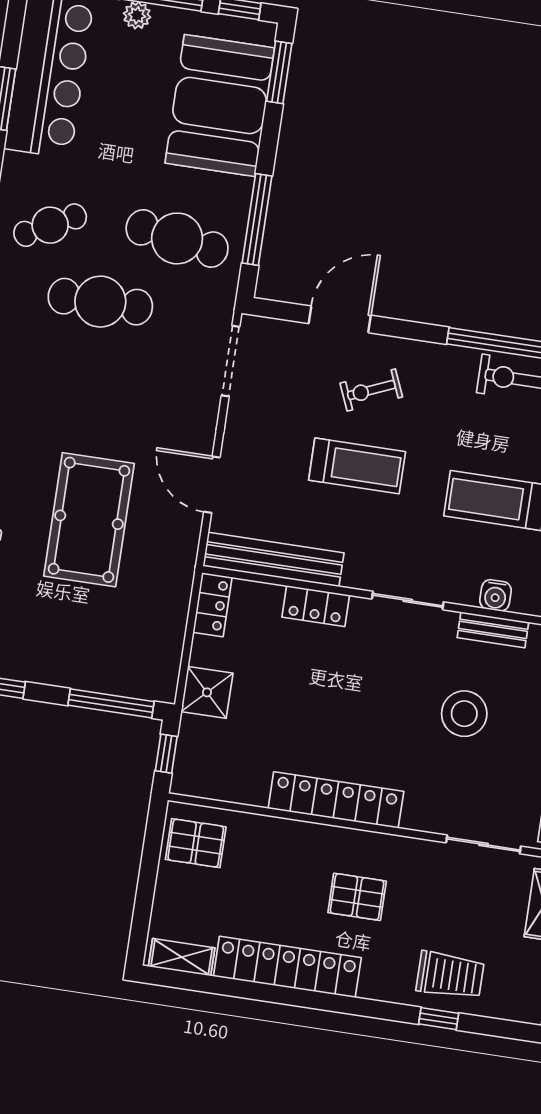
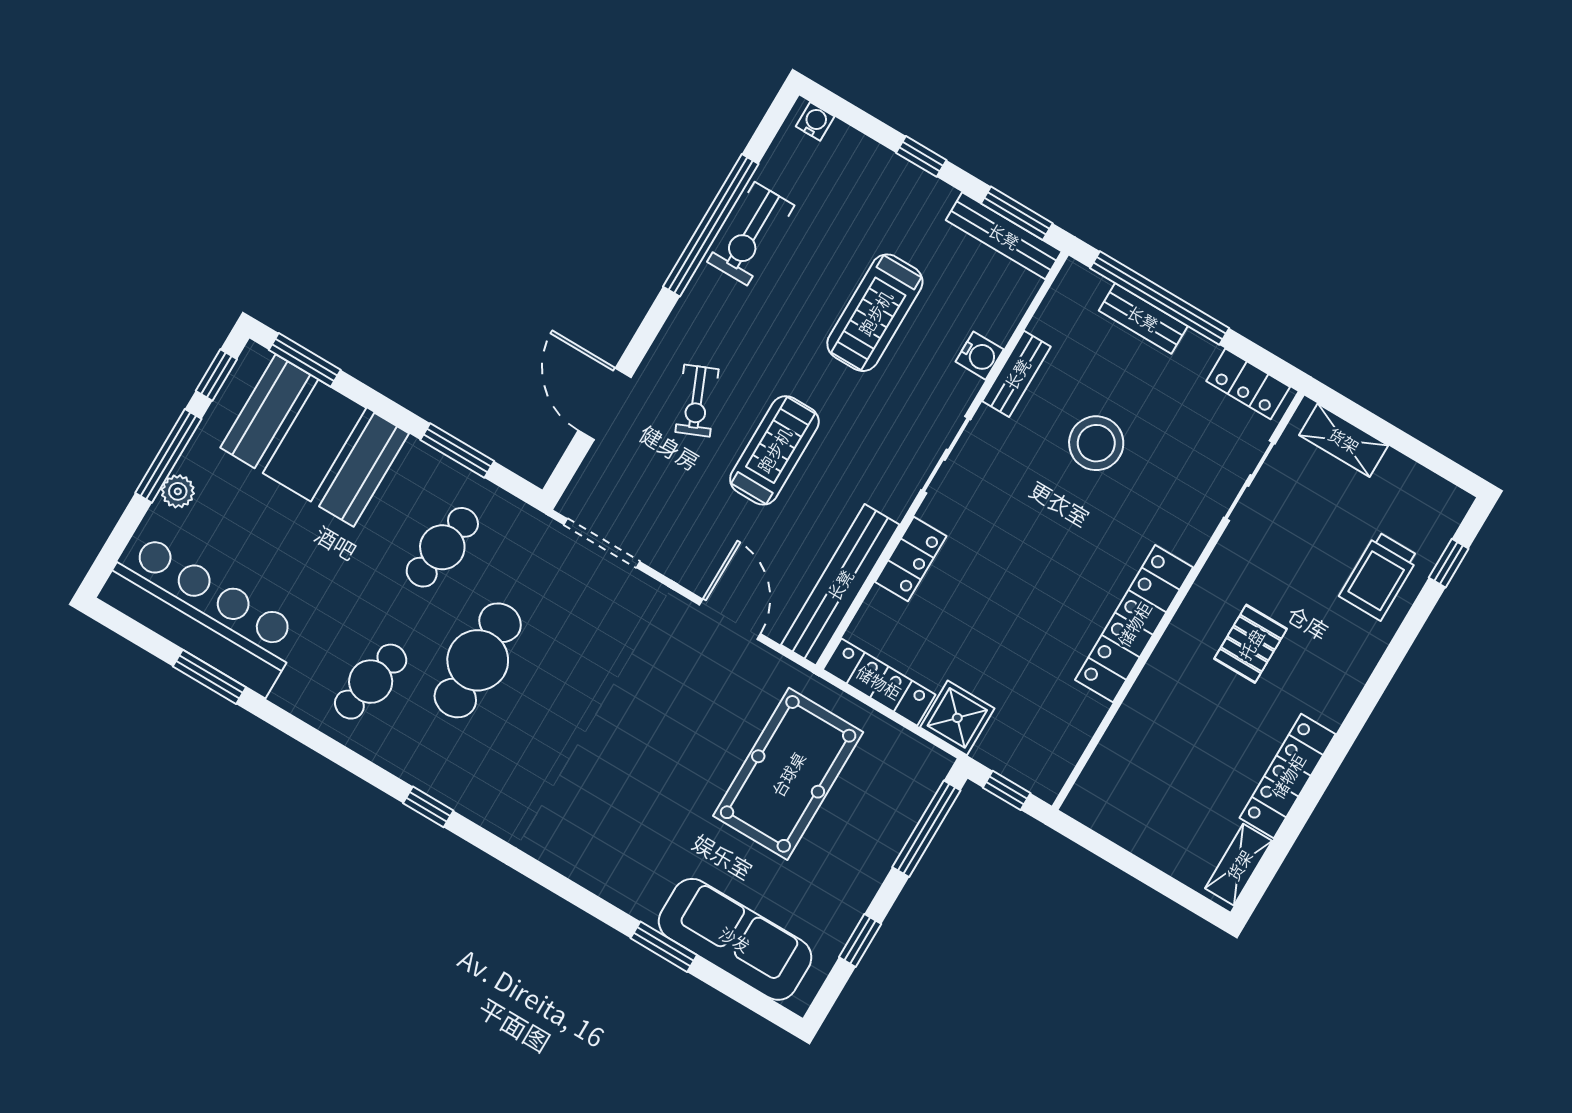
window: (257, 220) -> (457, 451), width x0.69
cafe table: (50, 225) -> (371, 682), turned 40
cafe table: (177, 238) -> (442, 547), width x0.73, depth x0.74
door: (212, 485) -> (730, 619), swing flipped
pool table: (89, 520) -> (788, 774), moved, turned 90
locker: (212, 605) -> (879, 682), width x1.53
pallet: (196, 843) -> (1119, 798), removed
locker: (287, 967) -> (1288, 776), width x0.71, depth x0.83
trolley: (450, 975) -> (1379, 576), turned 180
window: (439, 1019) -> (1449, 563), moved

